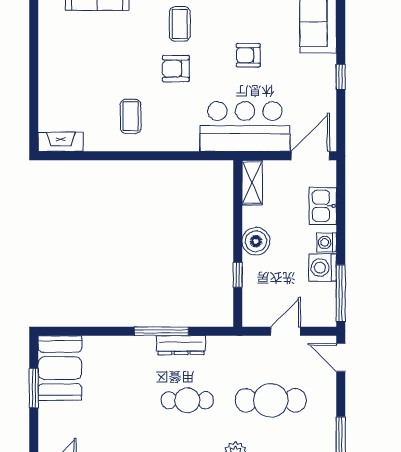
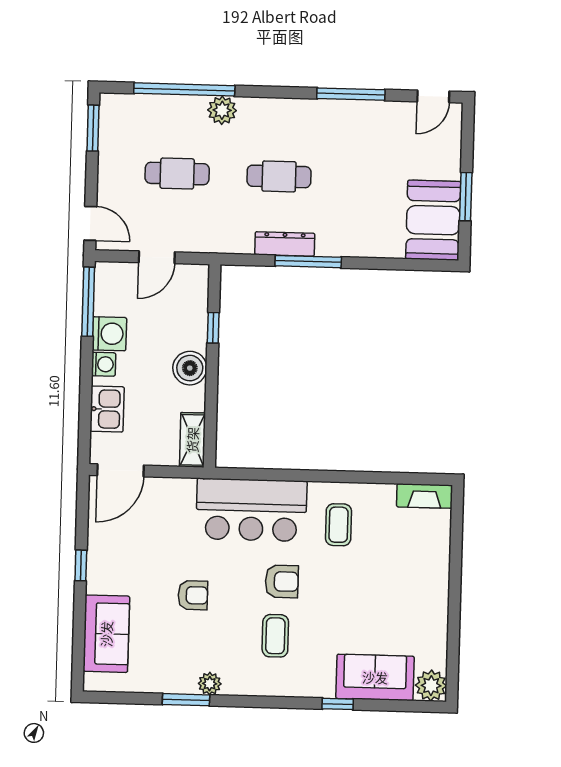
bar counter: (245, 127) -> (251, 510), moved
cafe table: (271, 400) -> (177, 174), width x0.73, depth x0.74

